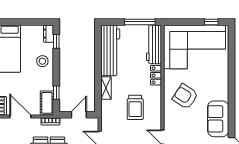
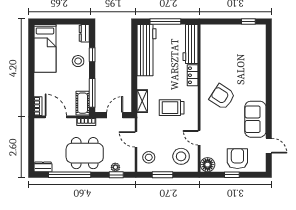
window: (140, 22) -> (165, 21), moved
window: (56, 41) -> (92, 55), moved
corner sofa: (195, 47) -> (232, 47), removed
shelving: (106, 88) -> (142, 101), moved
window: (56, 93) -> (92, 93), width x2.17
trolley: (135, 107) -> (172, 108), turned 90

